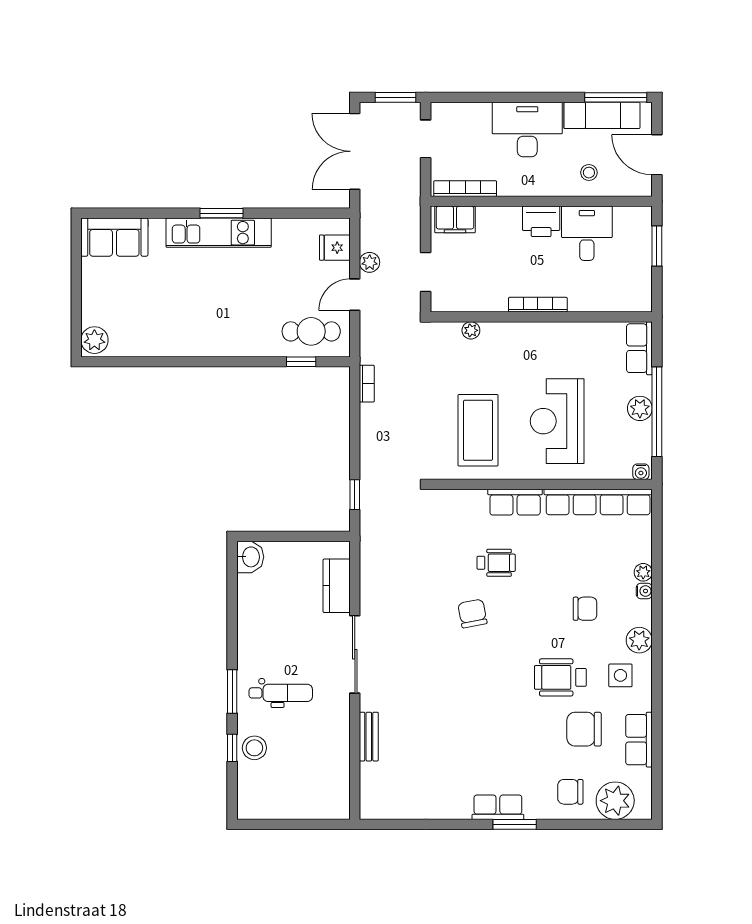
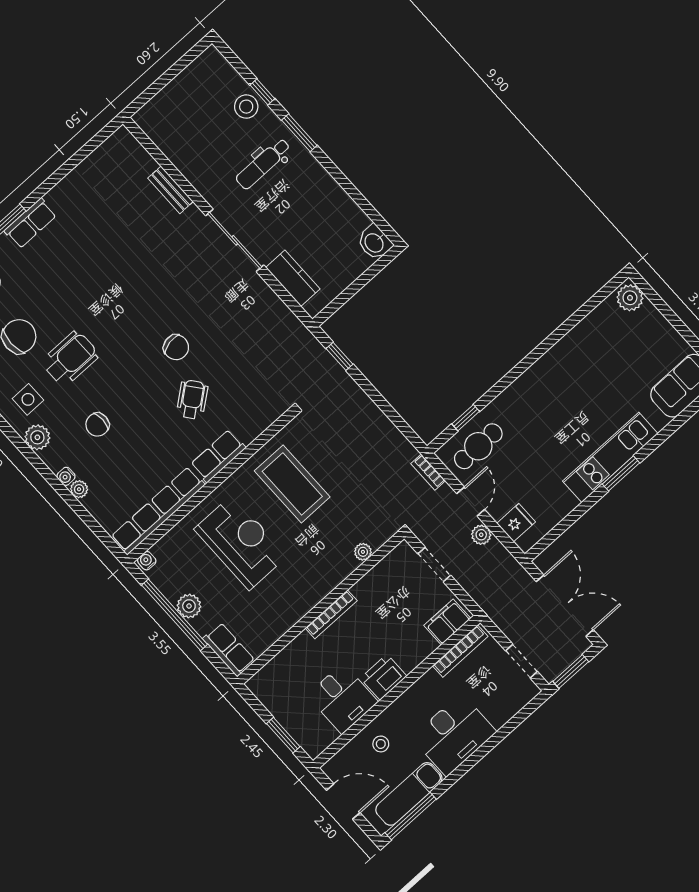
bookcase: (367, 384) -> (428, 472), moved
wheelchair: (496, 563) -> (192, 400), turned 142

